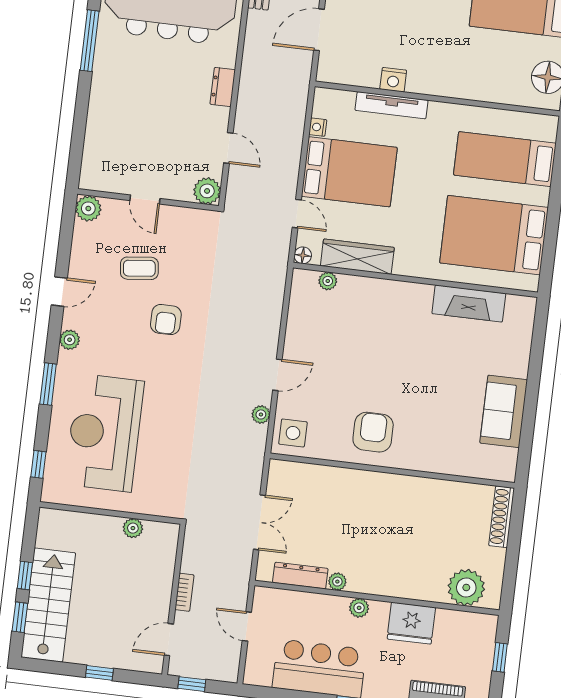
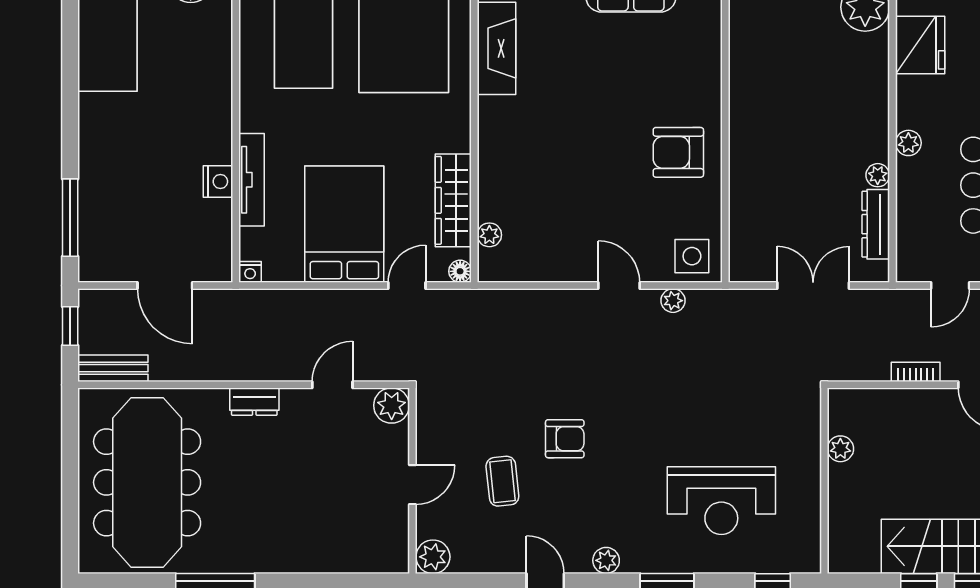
nightstand: (318, 127) -> (250, 272), moved
reception desk: (104, 433) -> (721, 501), width x0.74, depth x0.77
fridge: (411, 623) -> (920, 45), moved

